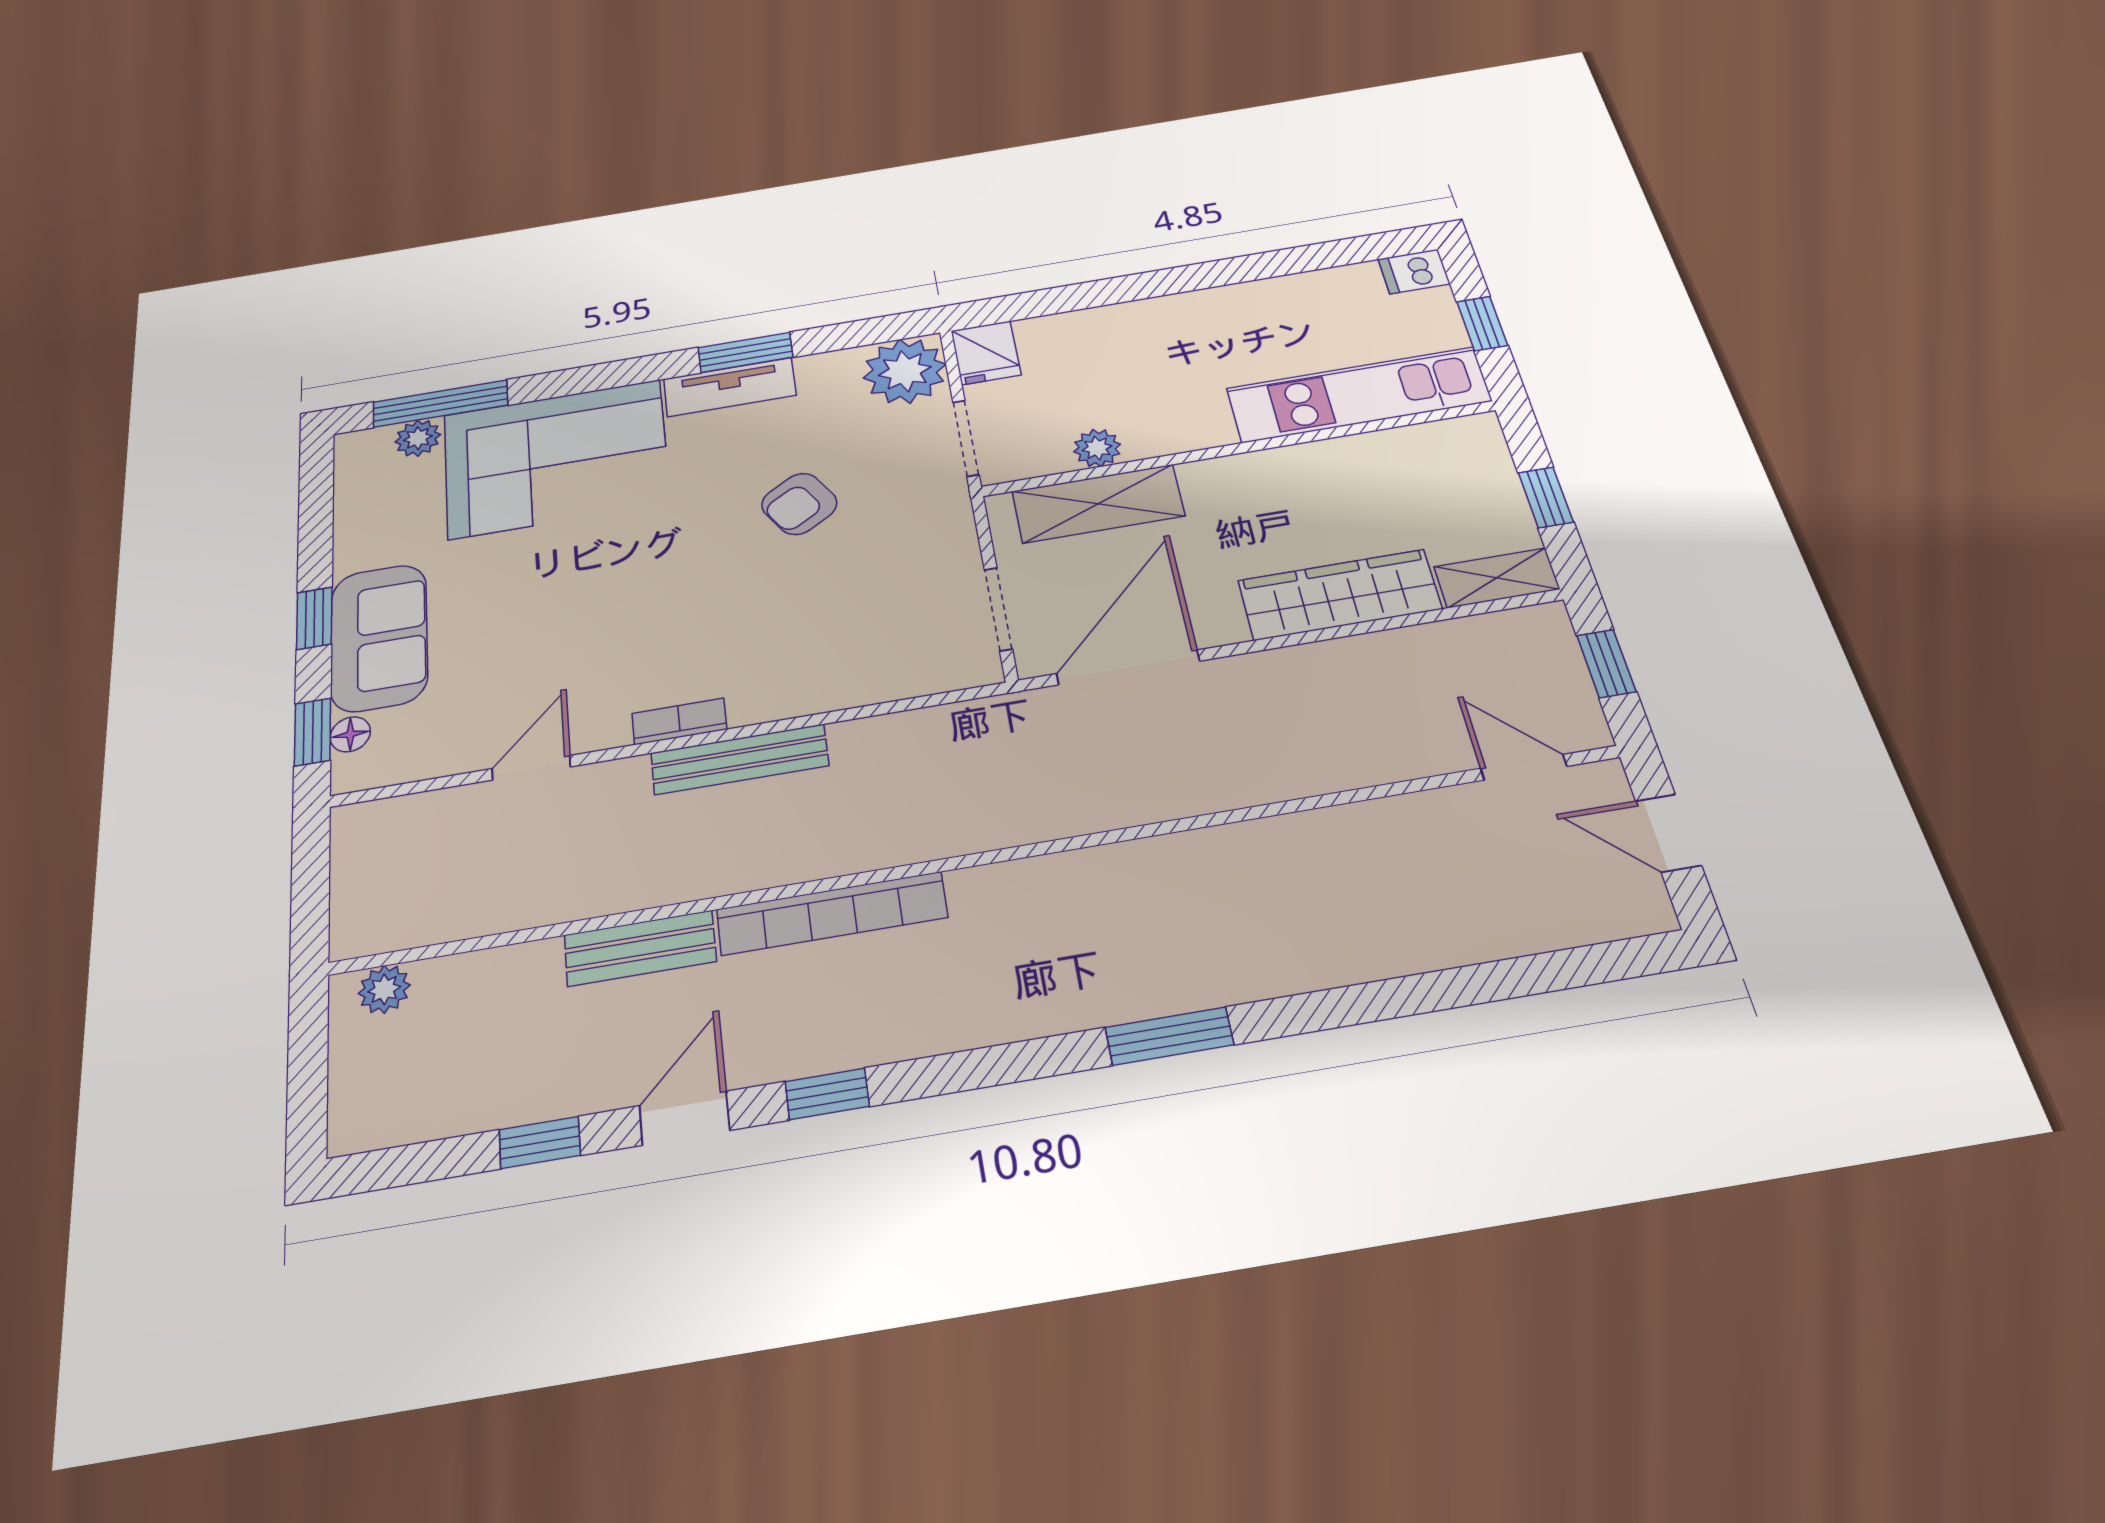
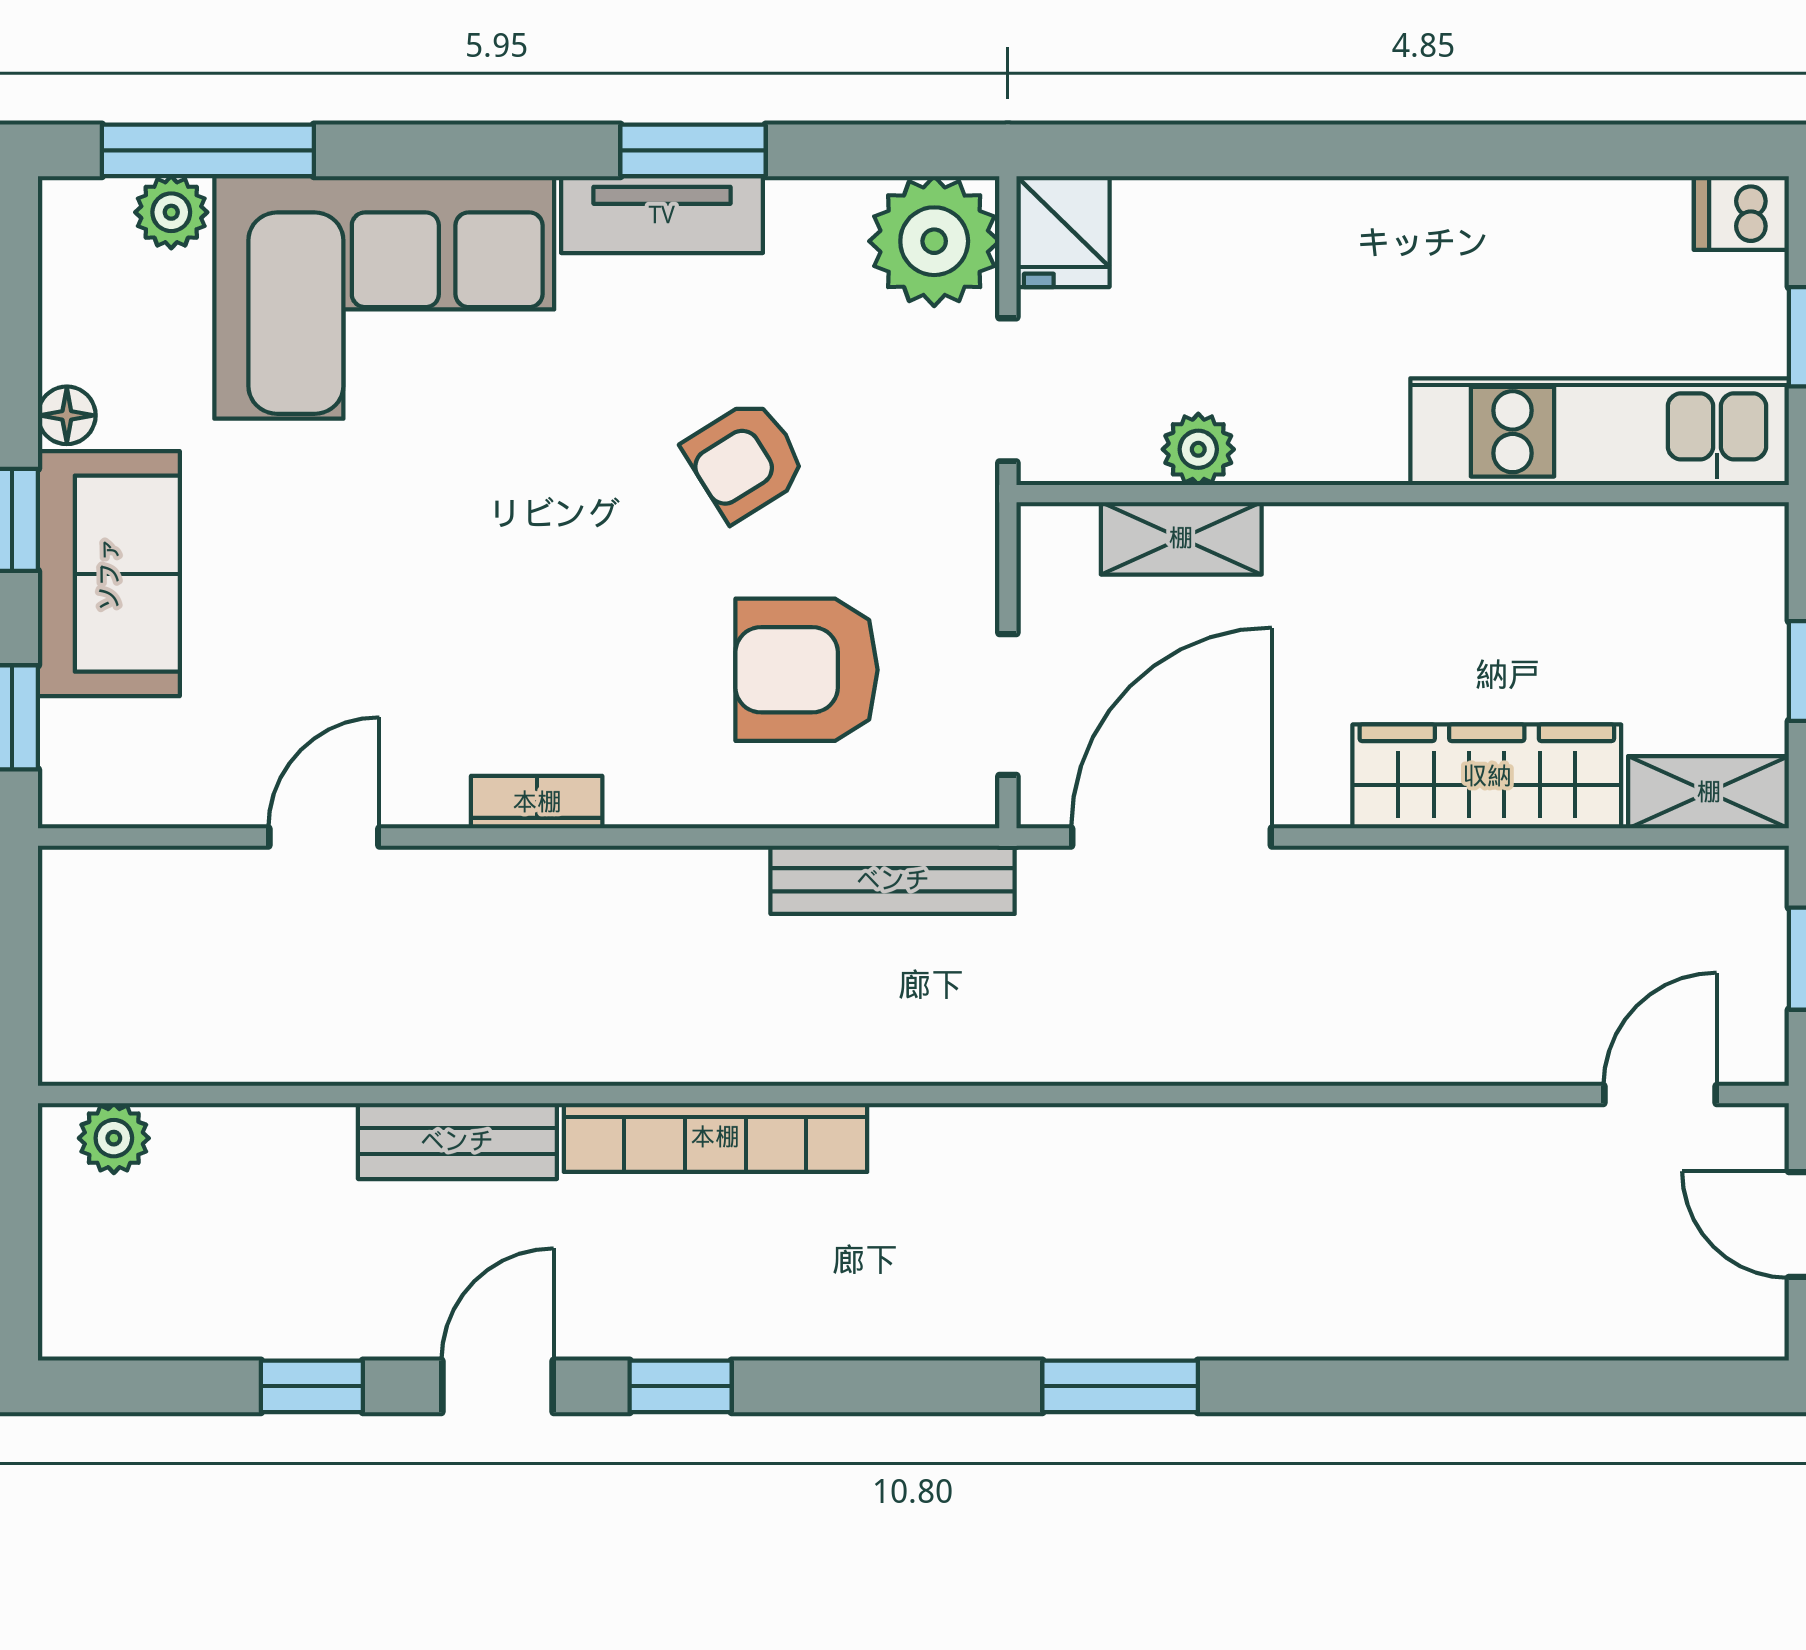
shelving: (1098, 504) -> (1181, 538), width x0.67, depth x0.75
armchair: (857, 612) -> (807, 670), added
floor lamp: (350, 734) -> (67, 415), moved
bench: (740, 759) -> (893, 880), moved
door: (1524, 767) -> (1660, 1094), hinge flipped

